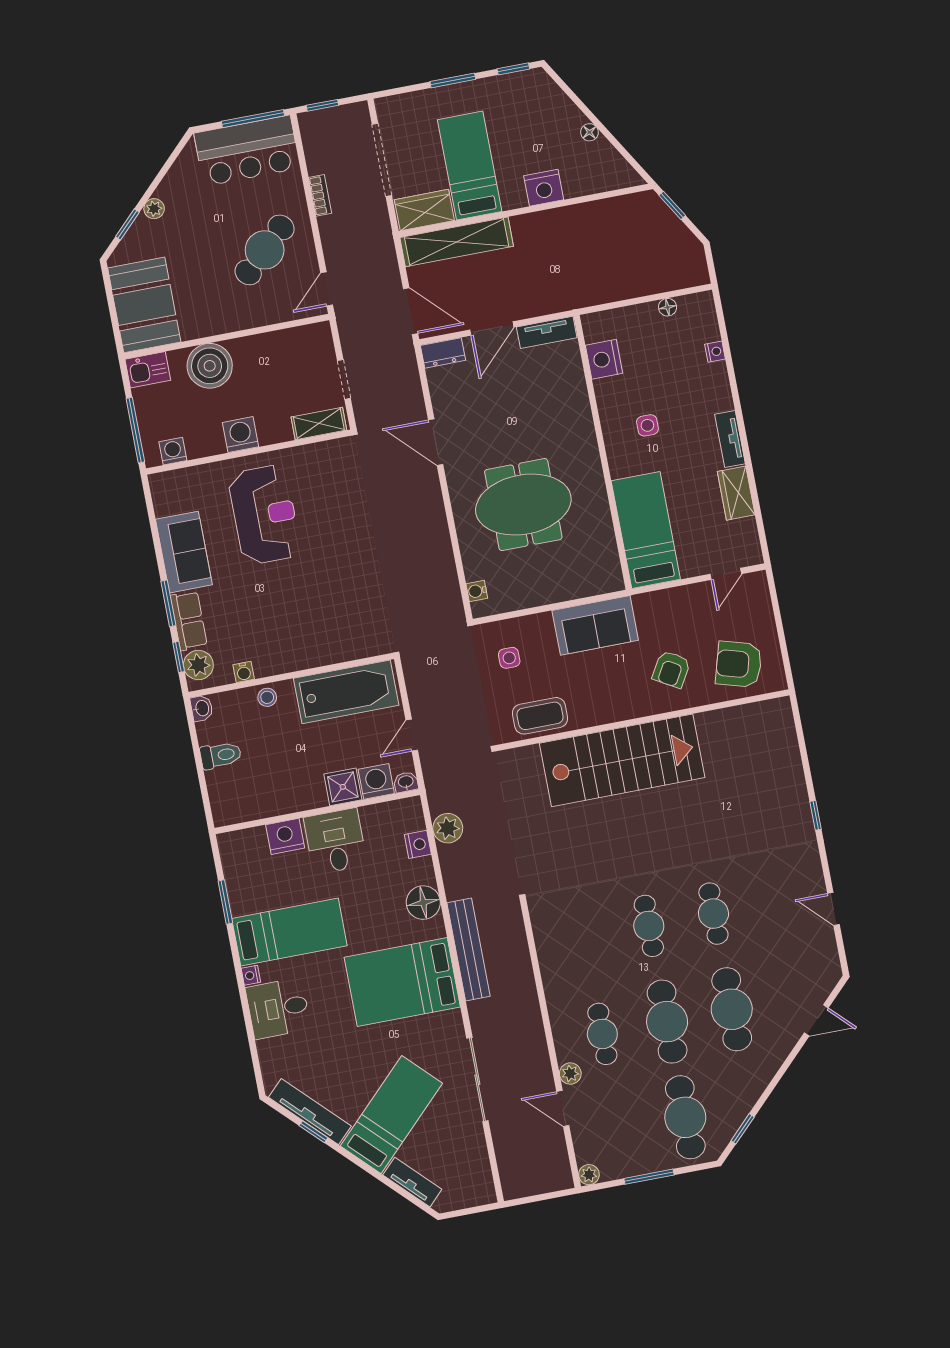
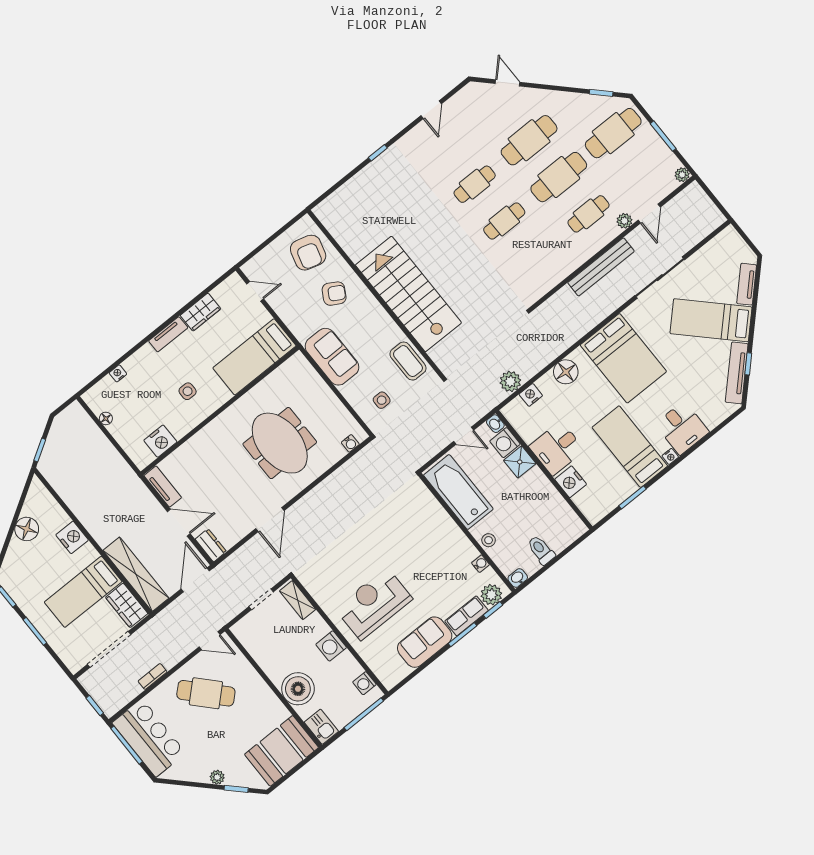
floor lamp: (590, 132) -> (27, 529), width x1.89, depth x1.89
bench: (468, 950) -> (601, 267), moved

